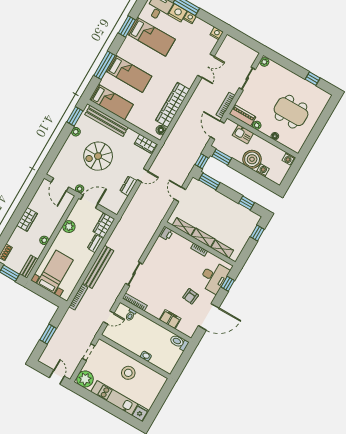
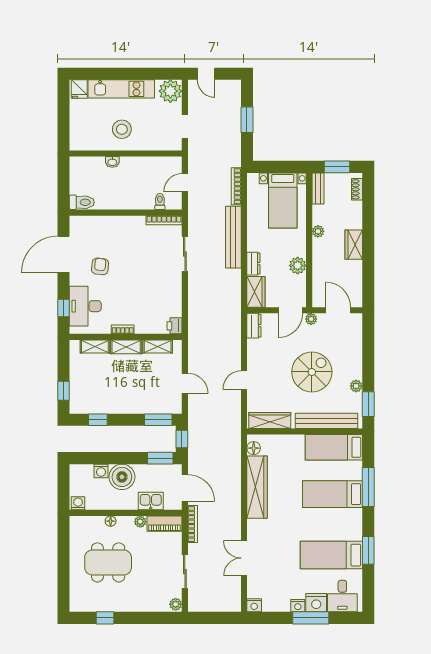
wardrobe: (145, 144) -> (270, 421), width x1.50
dresser: (128, 186) -> (254, 326), moved
filing cabinet: (170, 319) -> (109, 224), removed

